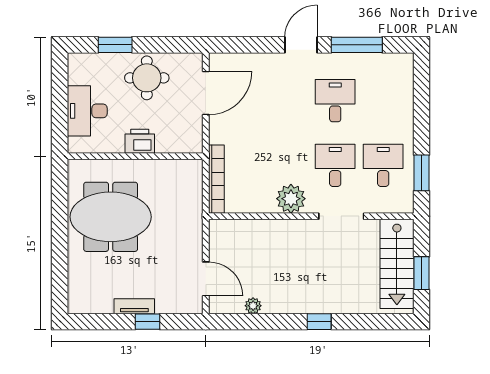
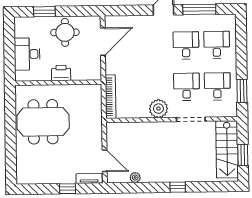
desk: (383, 101) -> (217, 45), added
tv unit: (134, 306) -> (89, 178), moved

